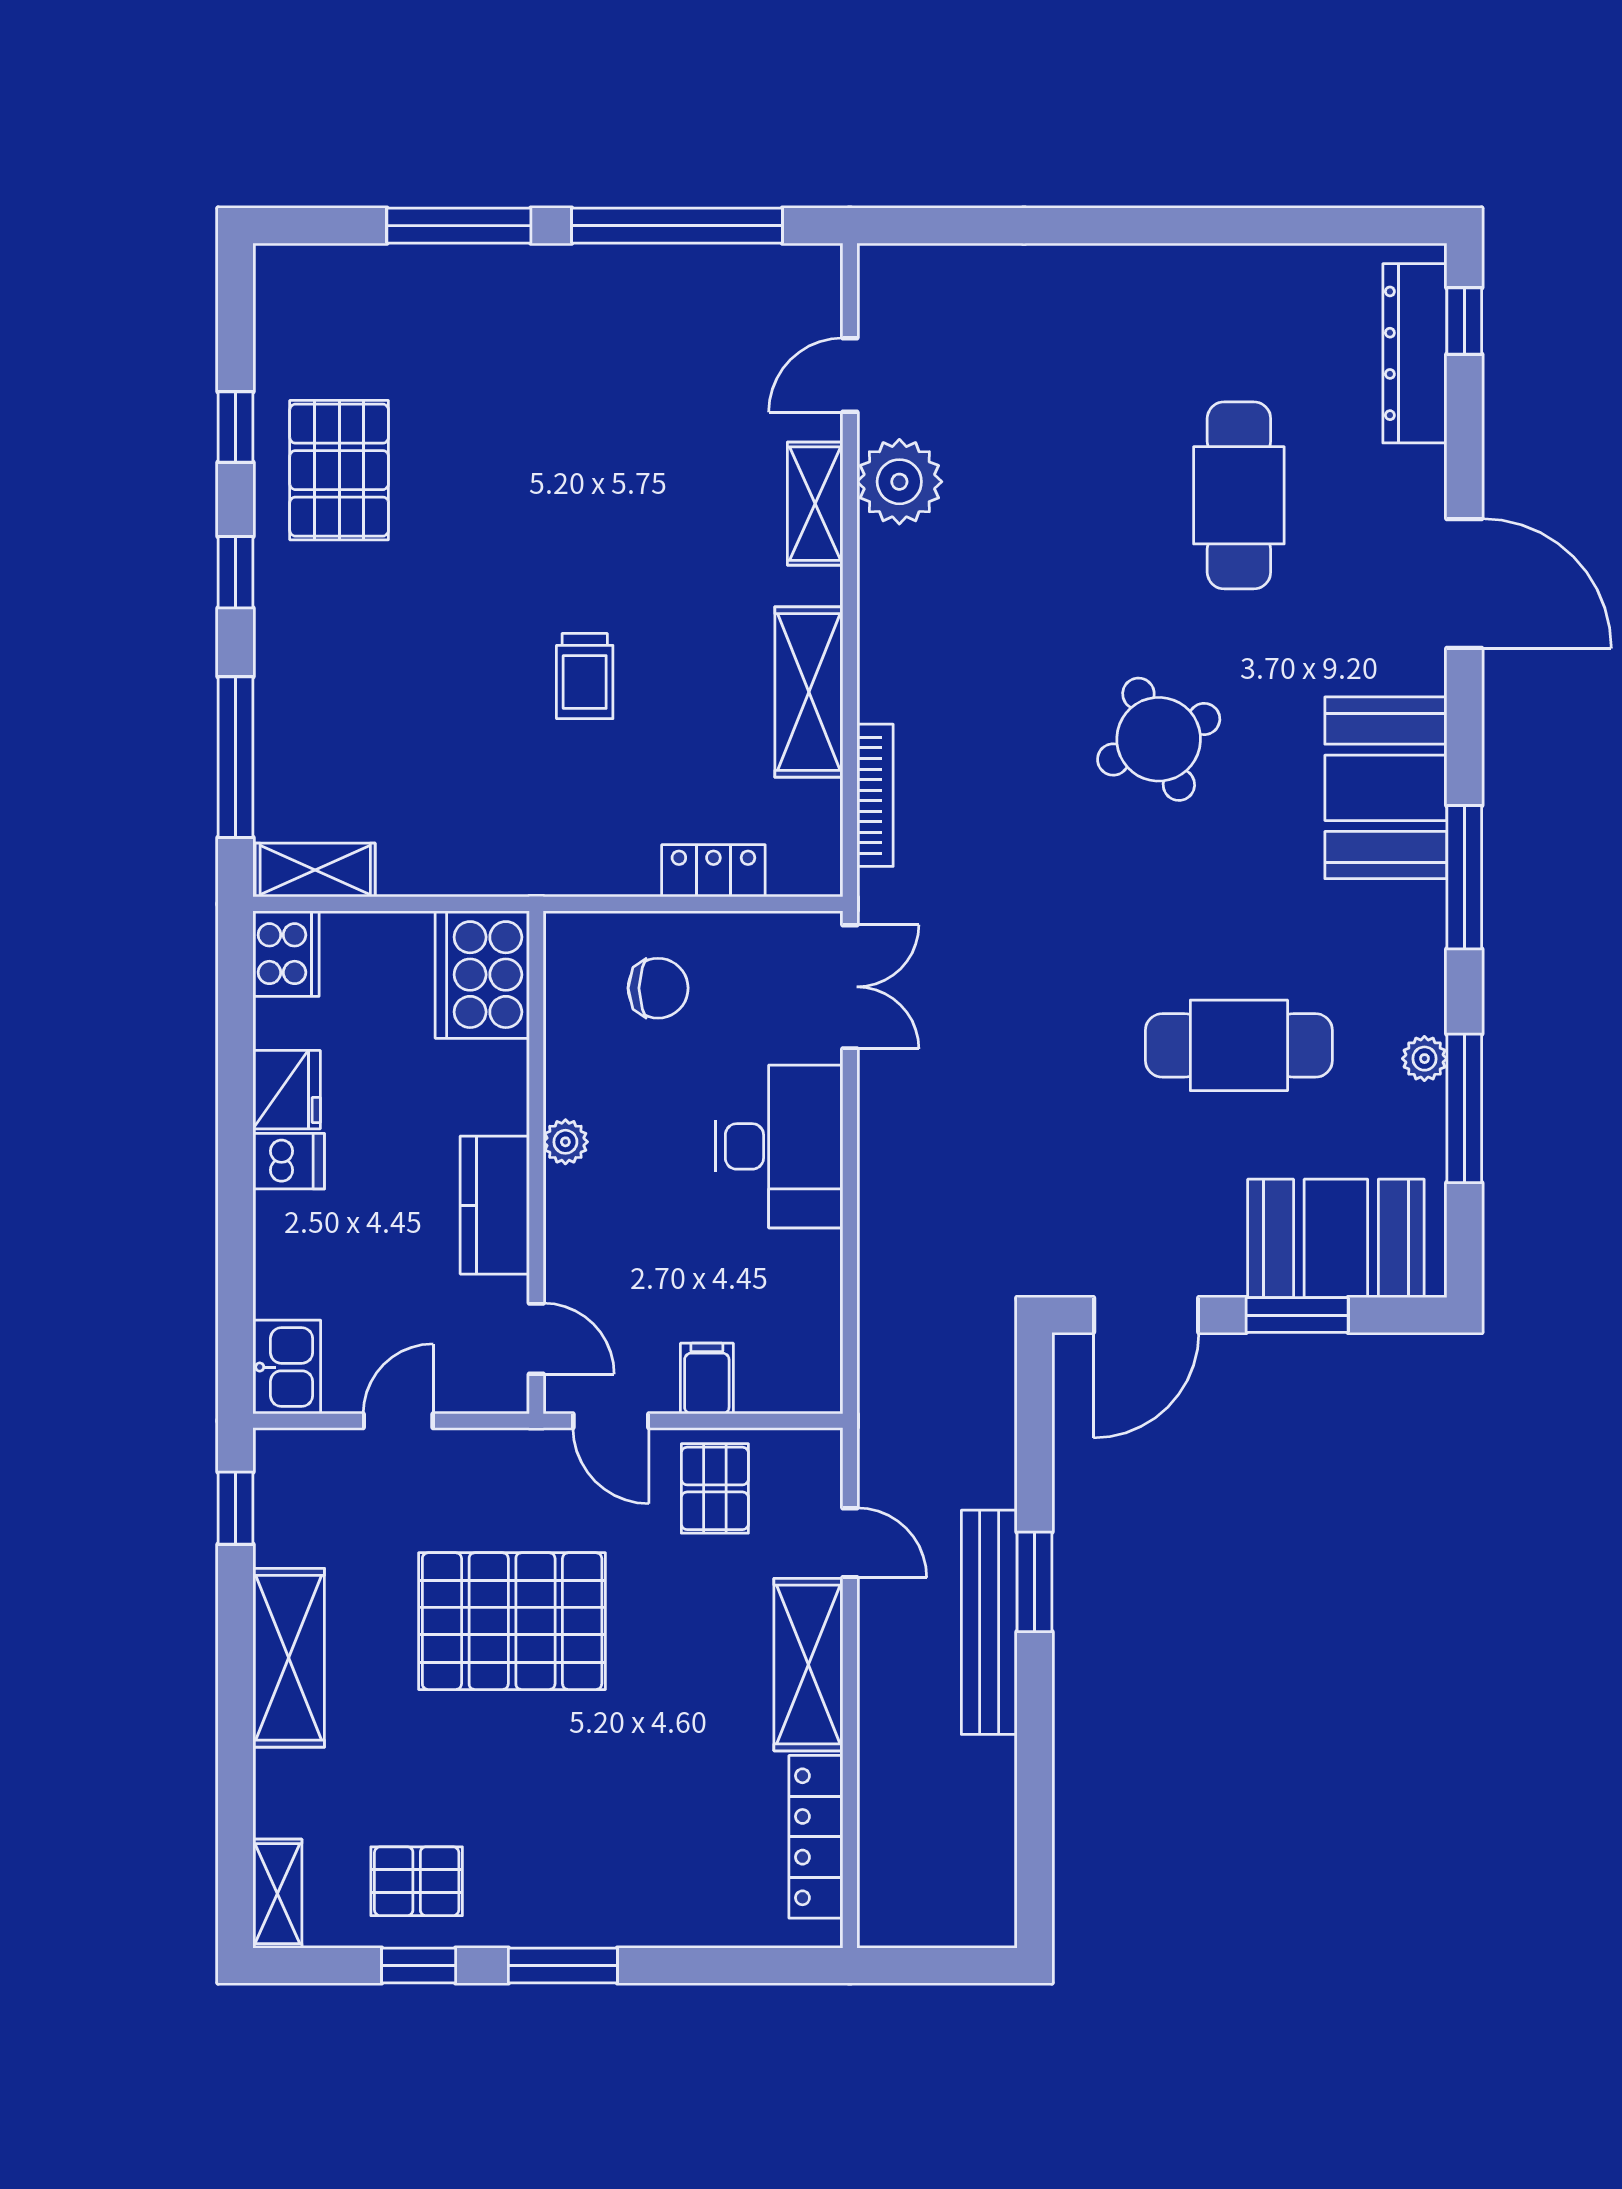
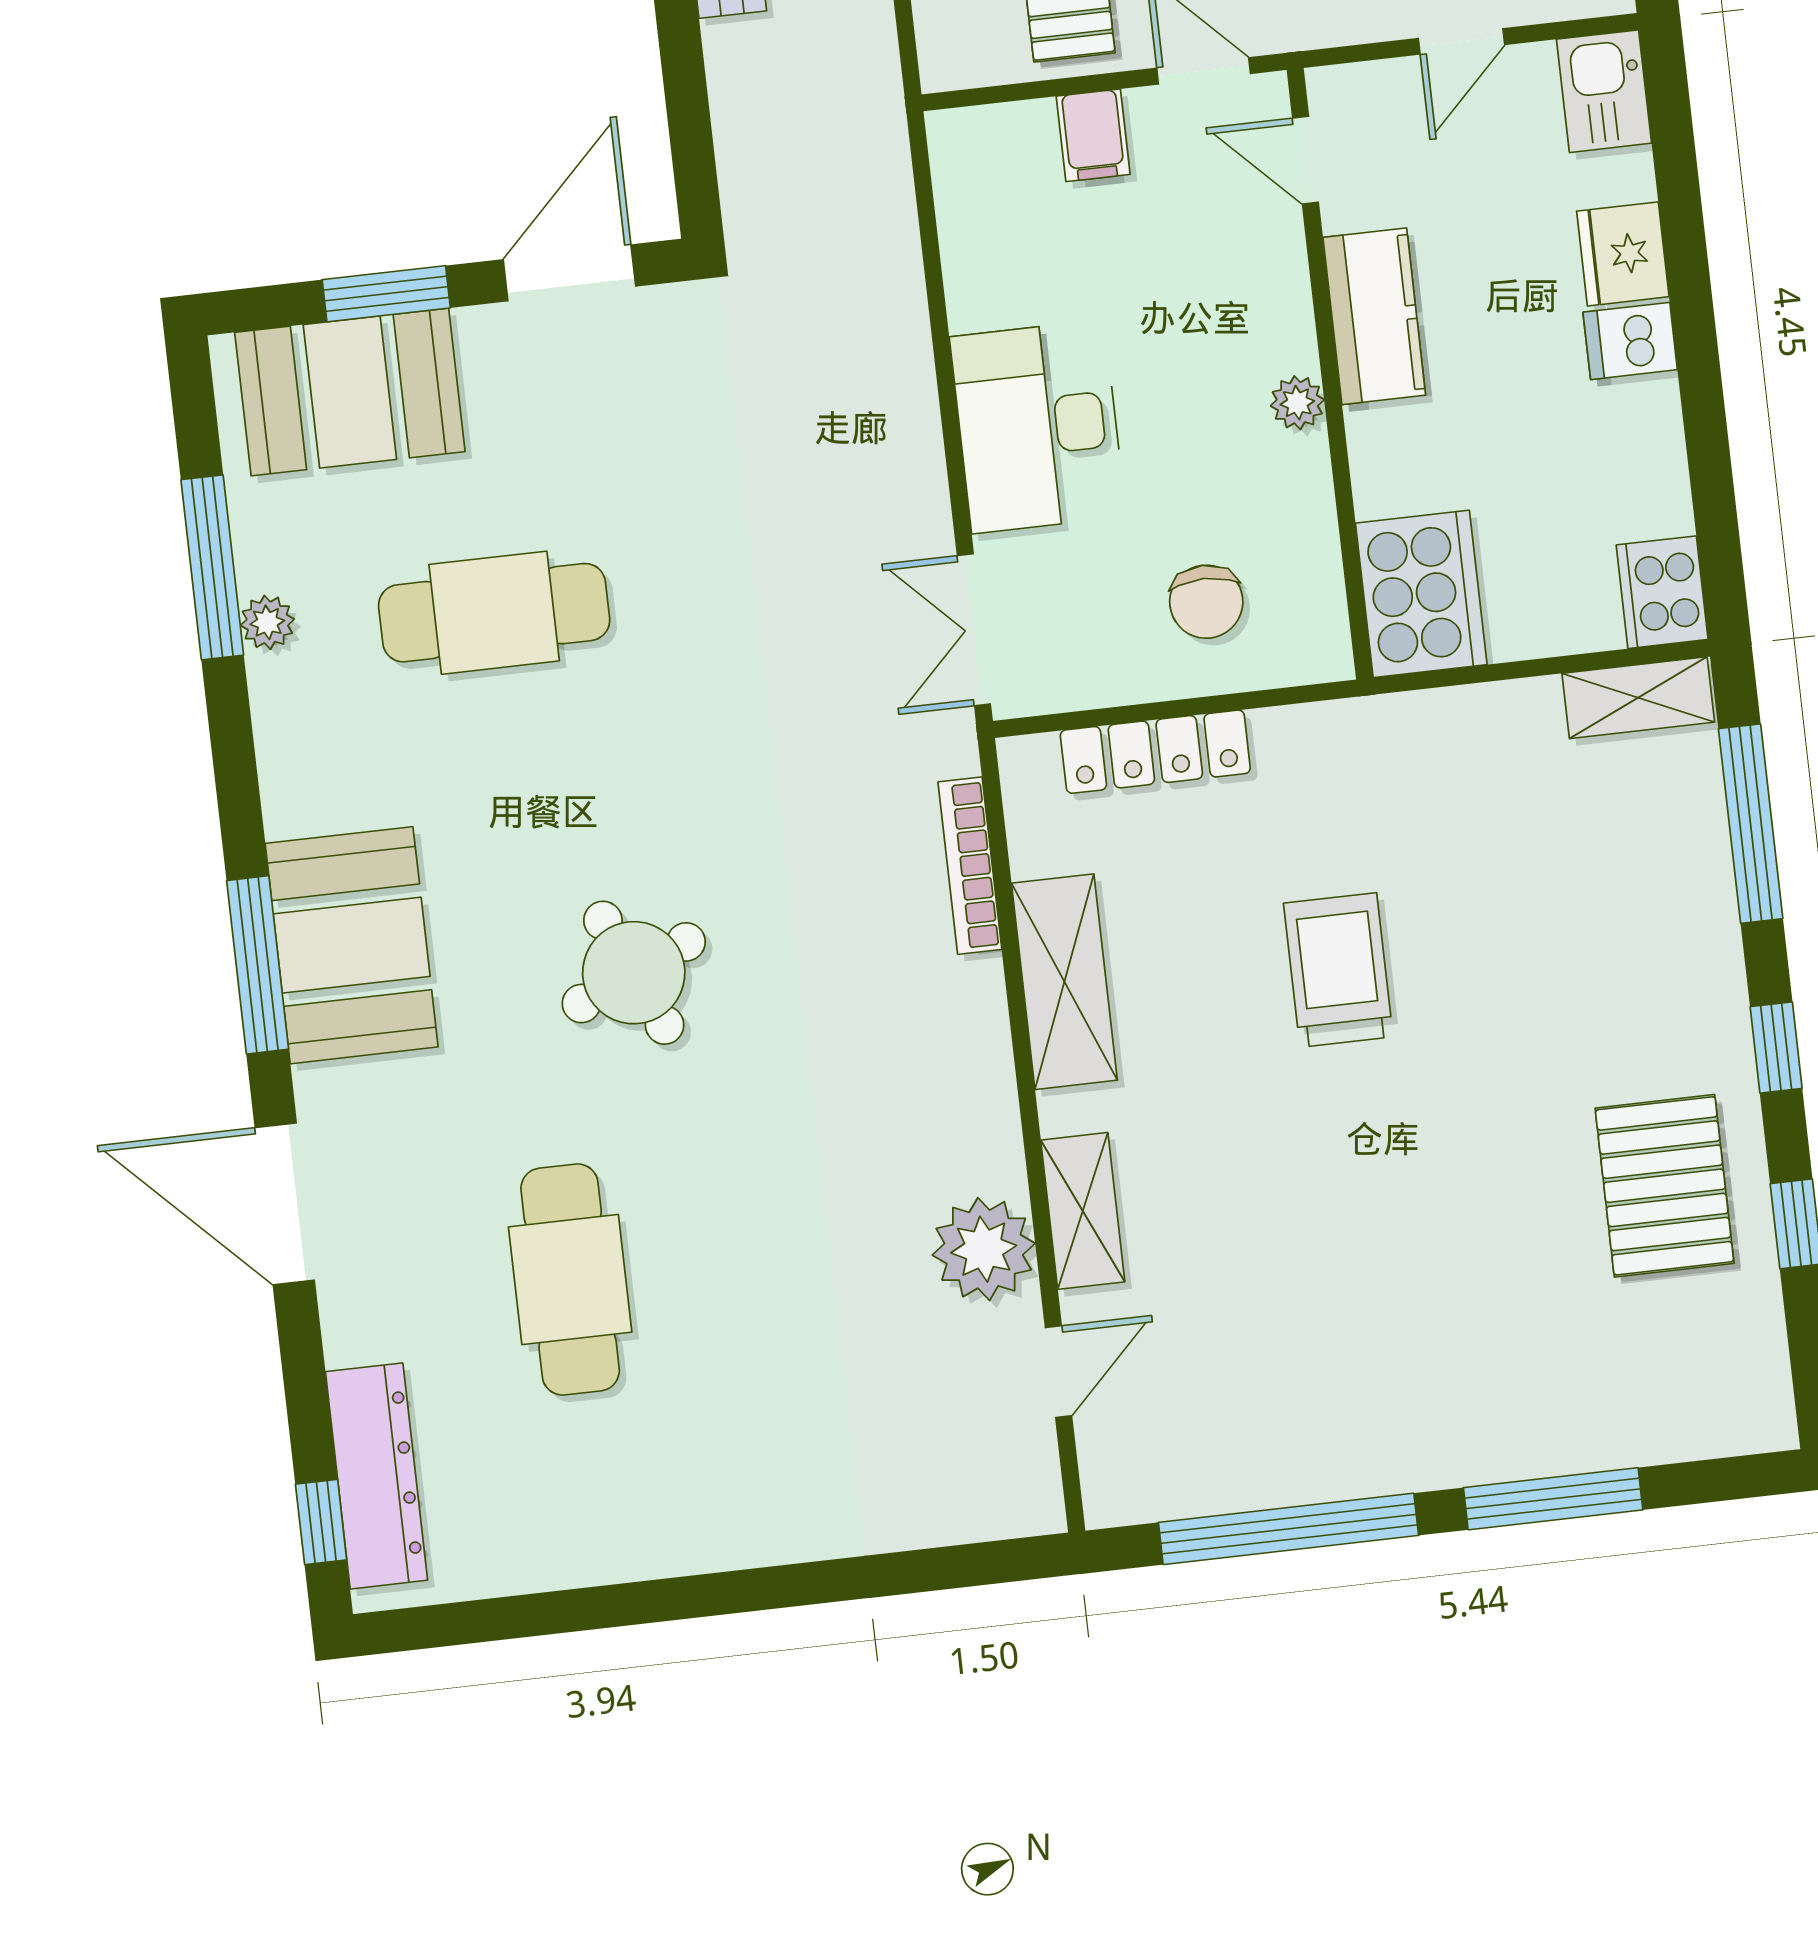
trolley: (585, 676) -> (1338, 970), width x1.36, depth x1.39
locker: (713, 871) -> (1155, 752), width x1.53
window: (1464, 877) -> (258, 965), moved
chair: (658, 988) -> (1206, 602), turned -90
fridge: (287, 1090) -> (1623, 254), moved

